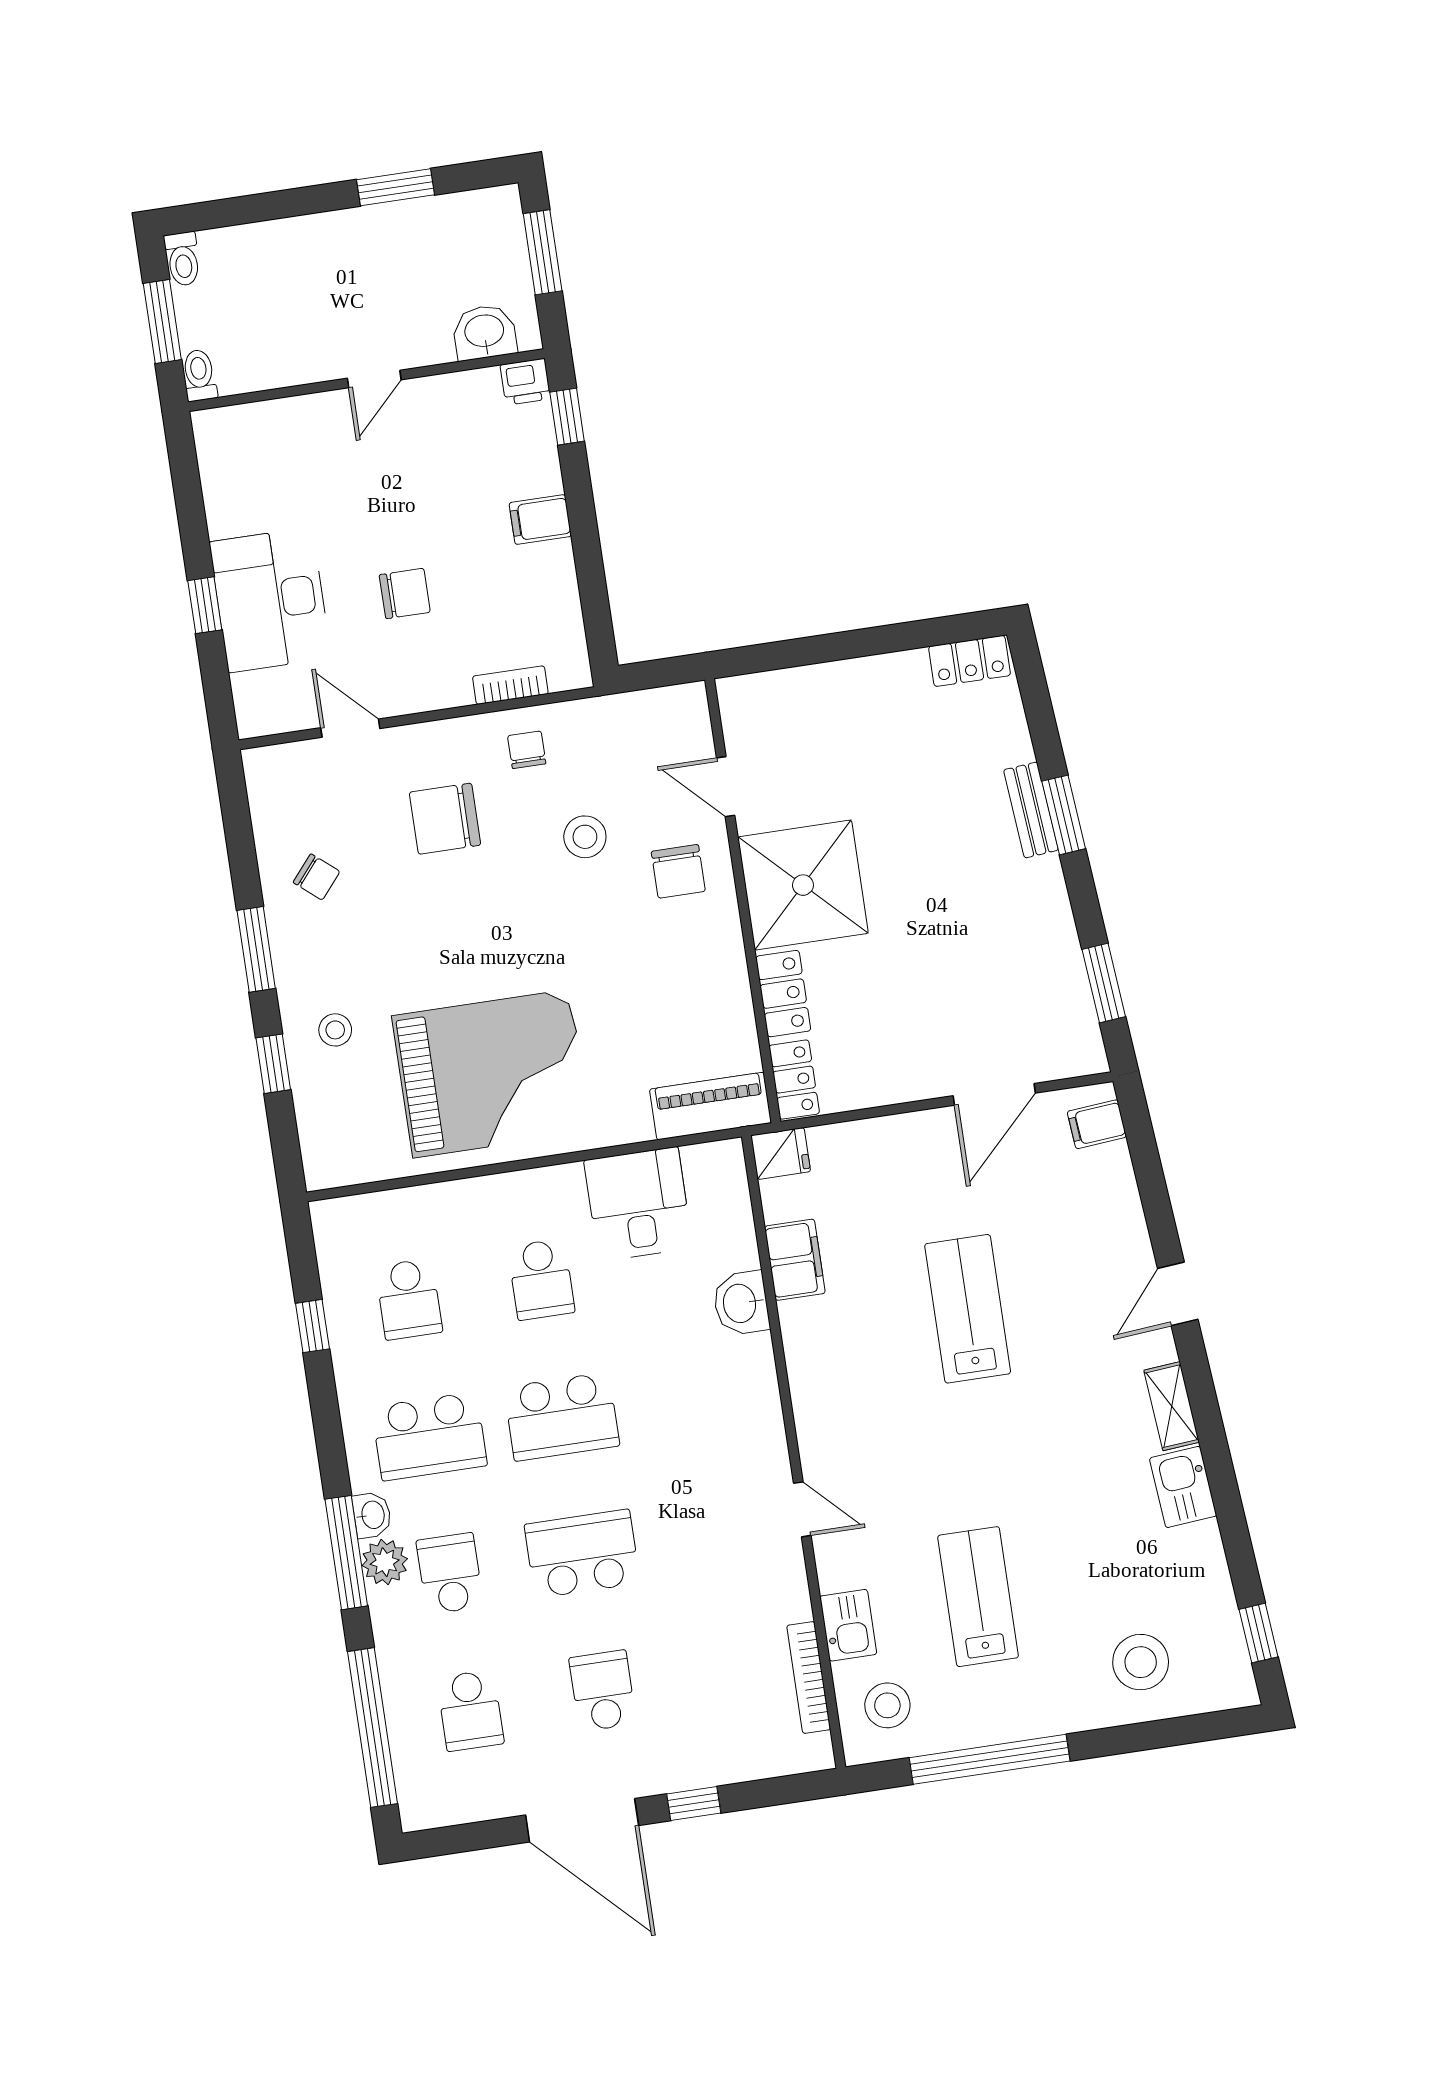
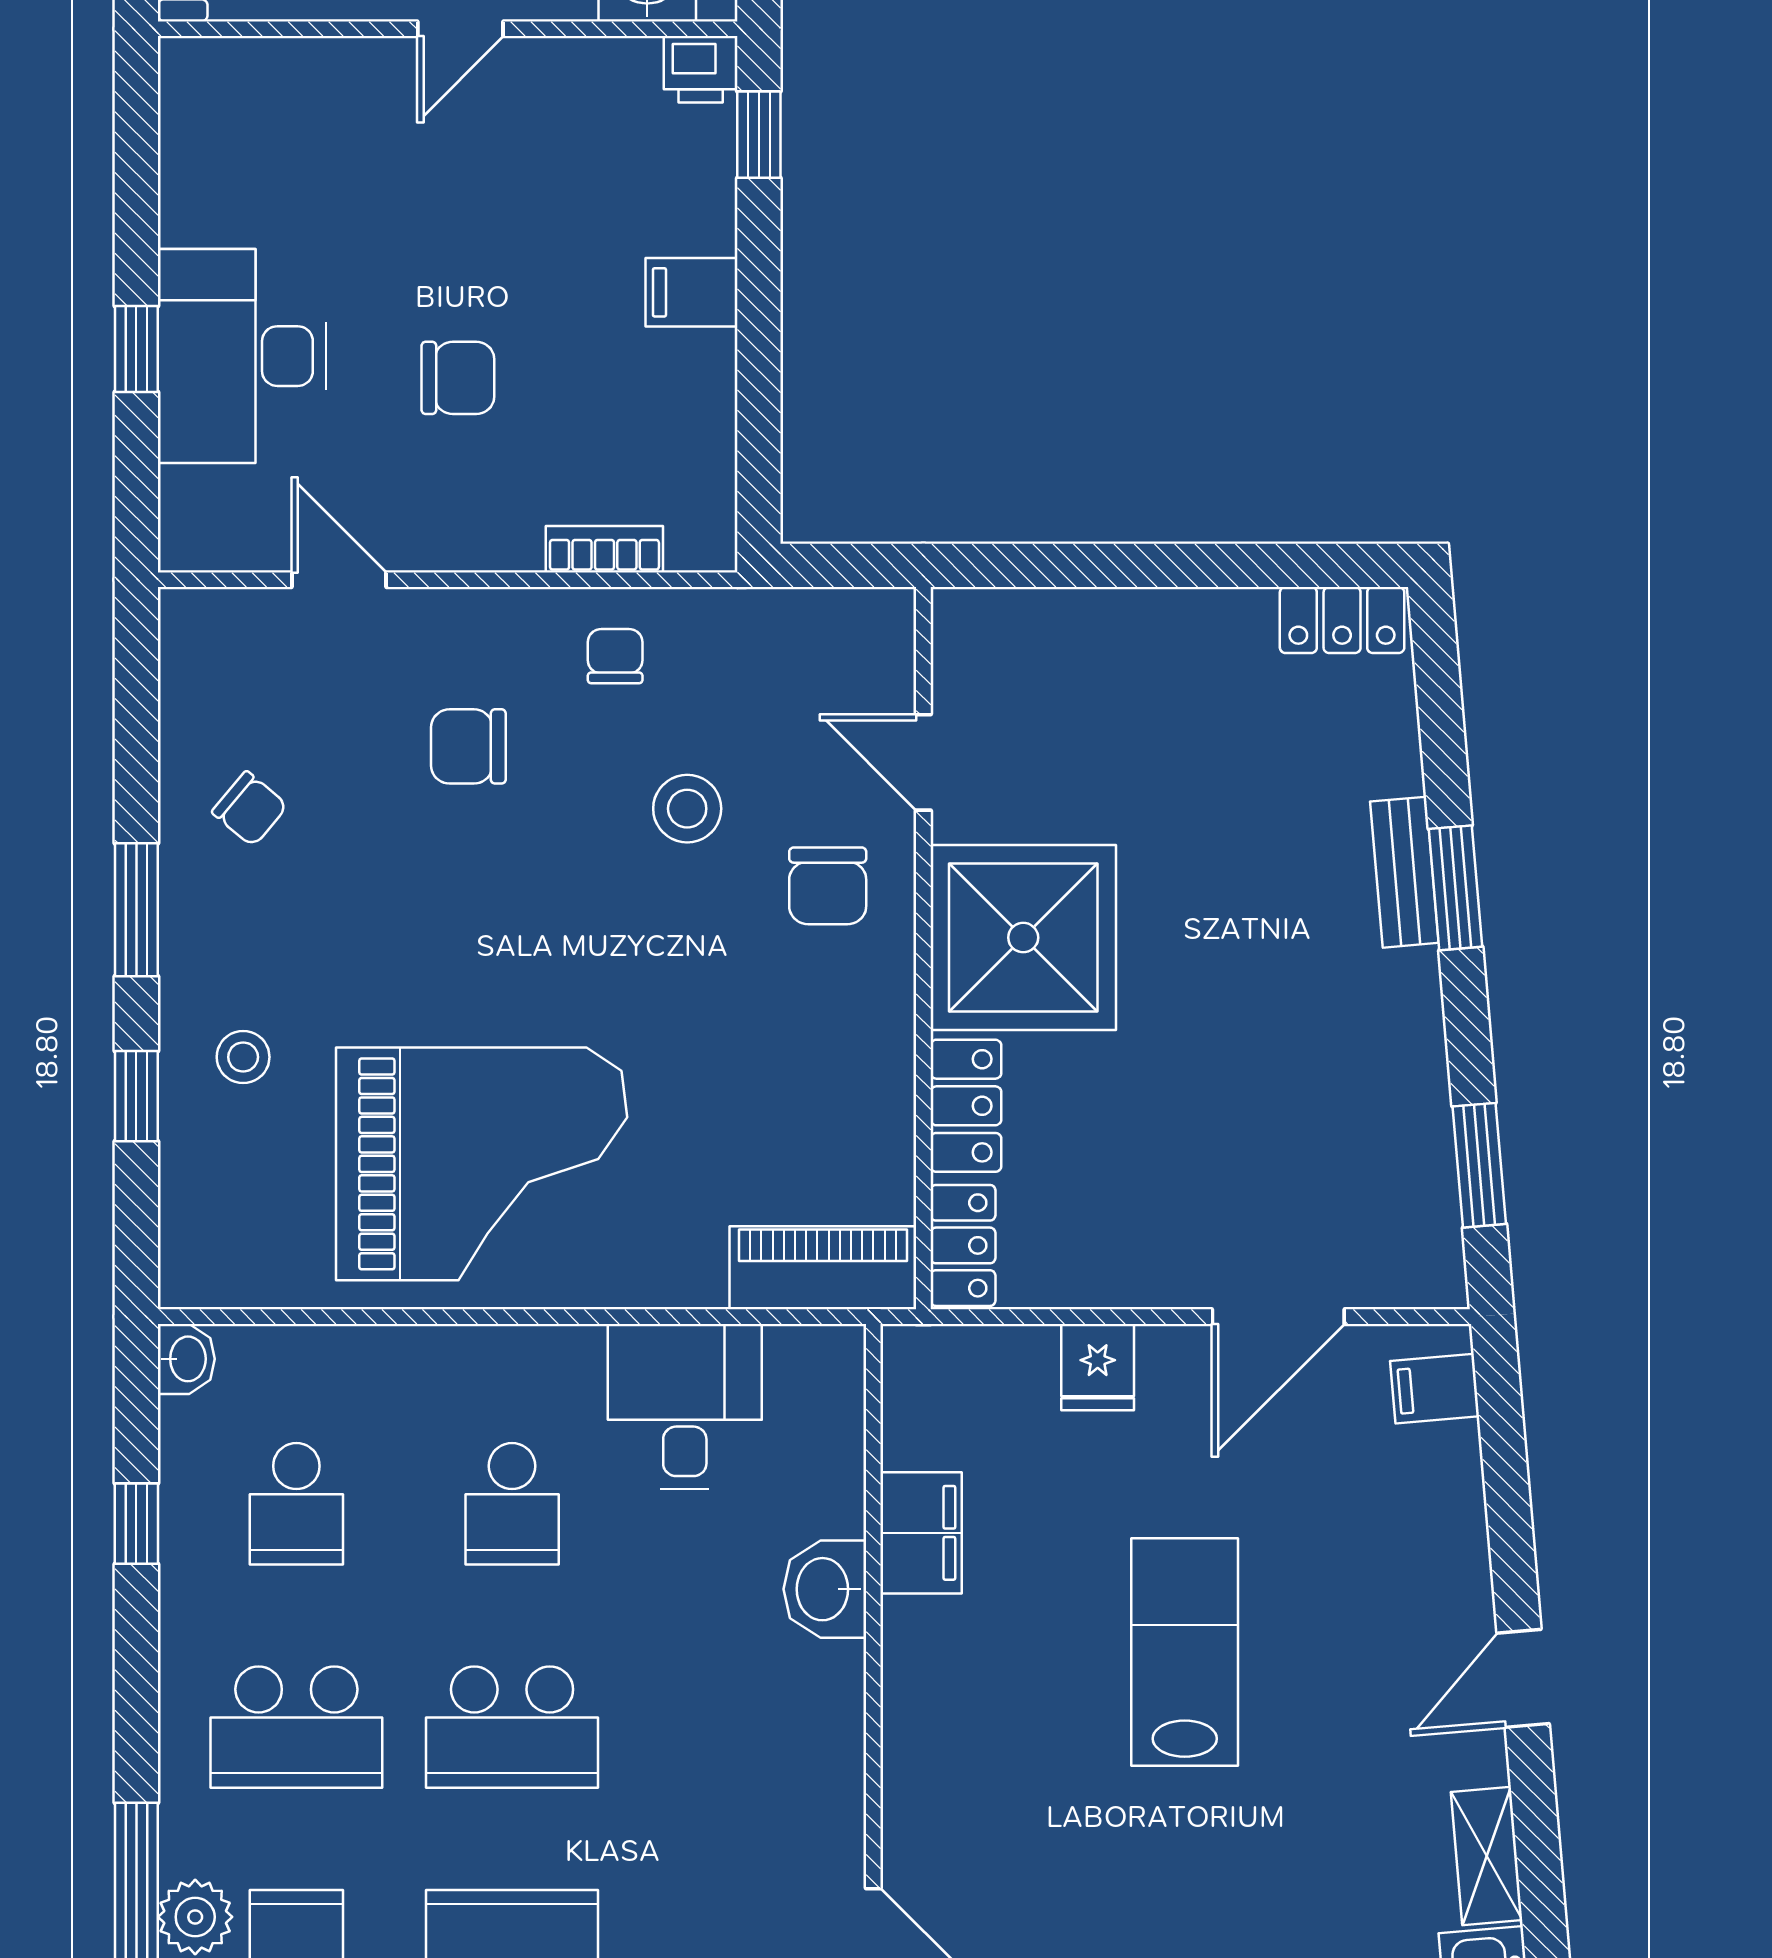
chair: (445, 819) -> (468, 746), width x0.73, depth x0.73
fridge: (781, 1153) -> (1098, 1367), moved, turned 90
washbasin: (372, 1515) -> (186, 1359), moved

